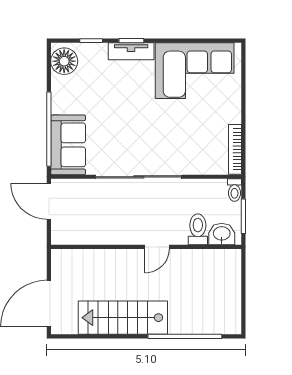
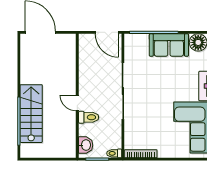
sofa: (68, 145) -> (169, 45), moved
door: (49, 201) -> (107, 32), swing flipped
toilet: (198, 229) -> (89, 117), moved
stairs: (123, 318) -> (31, 114), moved

